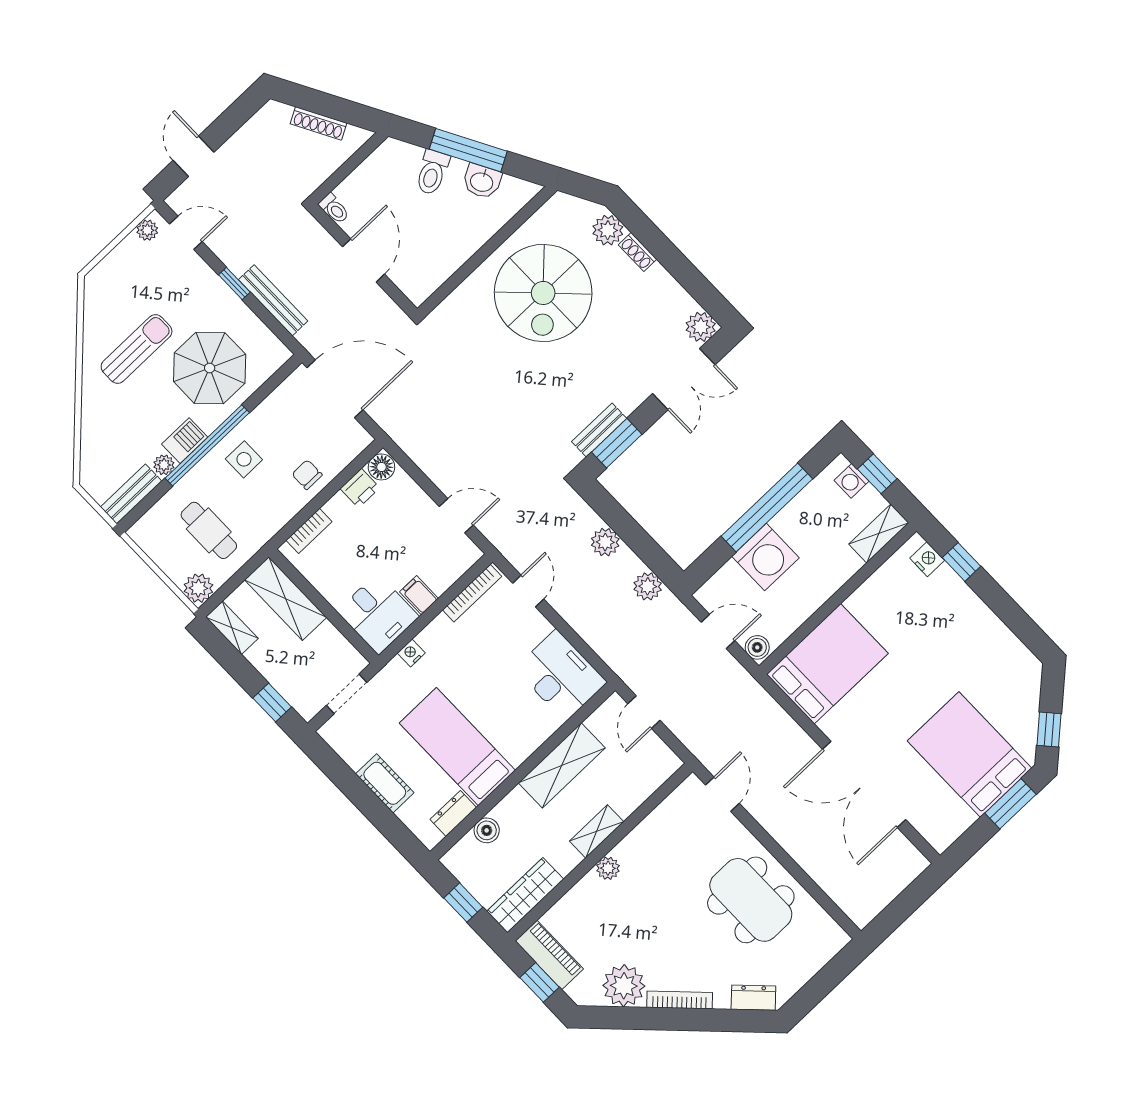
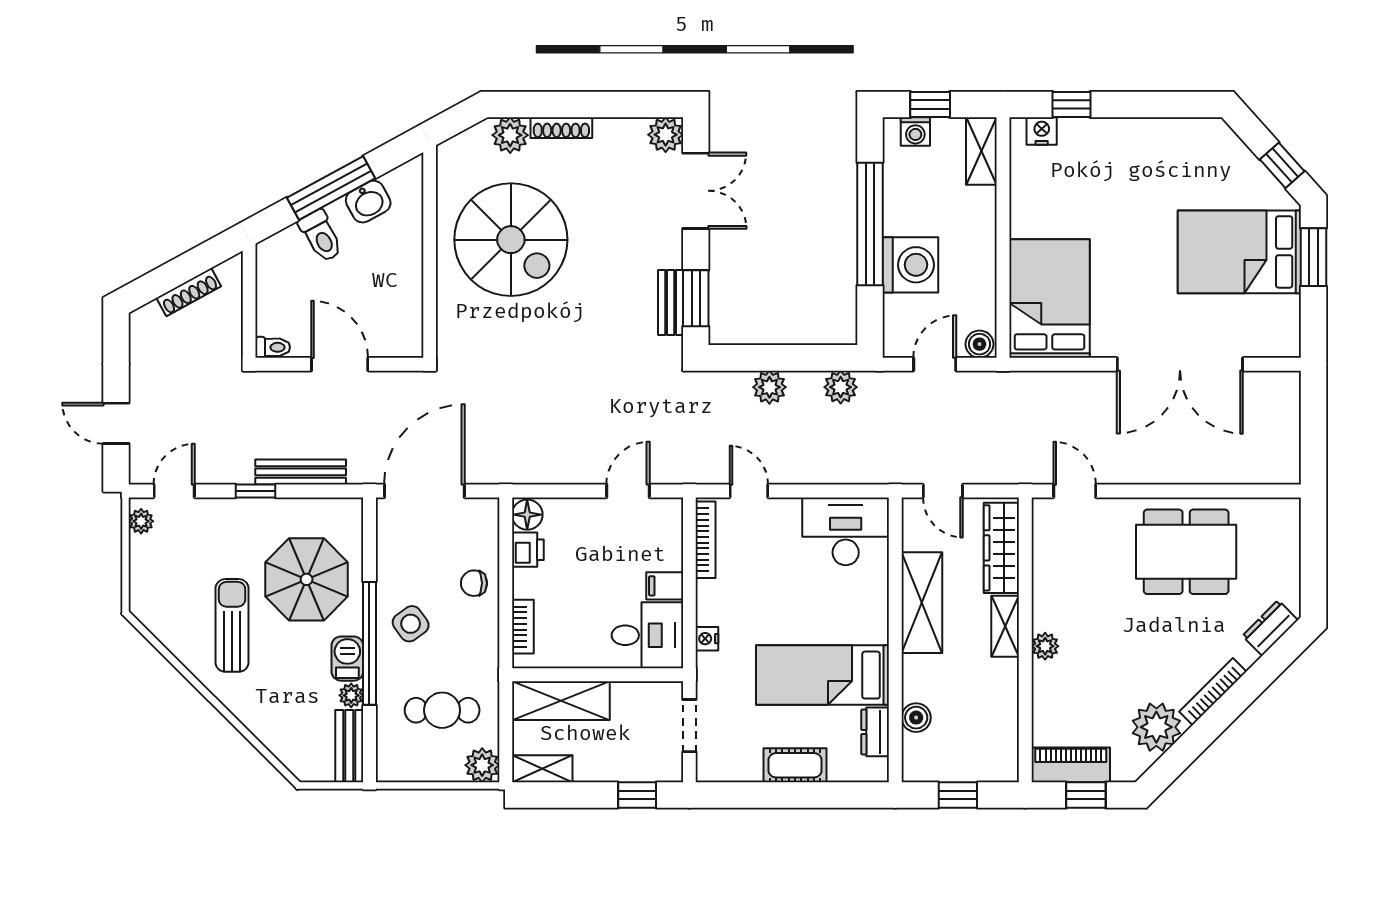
shoe rack: (638, 252) -> (561, 128), width x1.43
side table: (244, 459) -> (411, 624), turned -36
wardrobe: (525, 895) -> (1001, 548), moved

